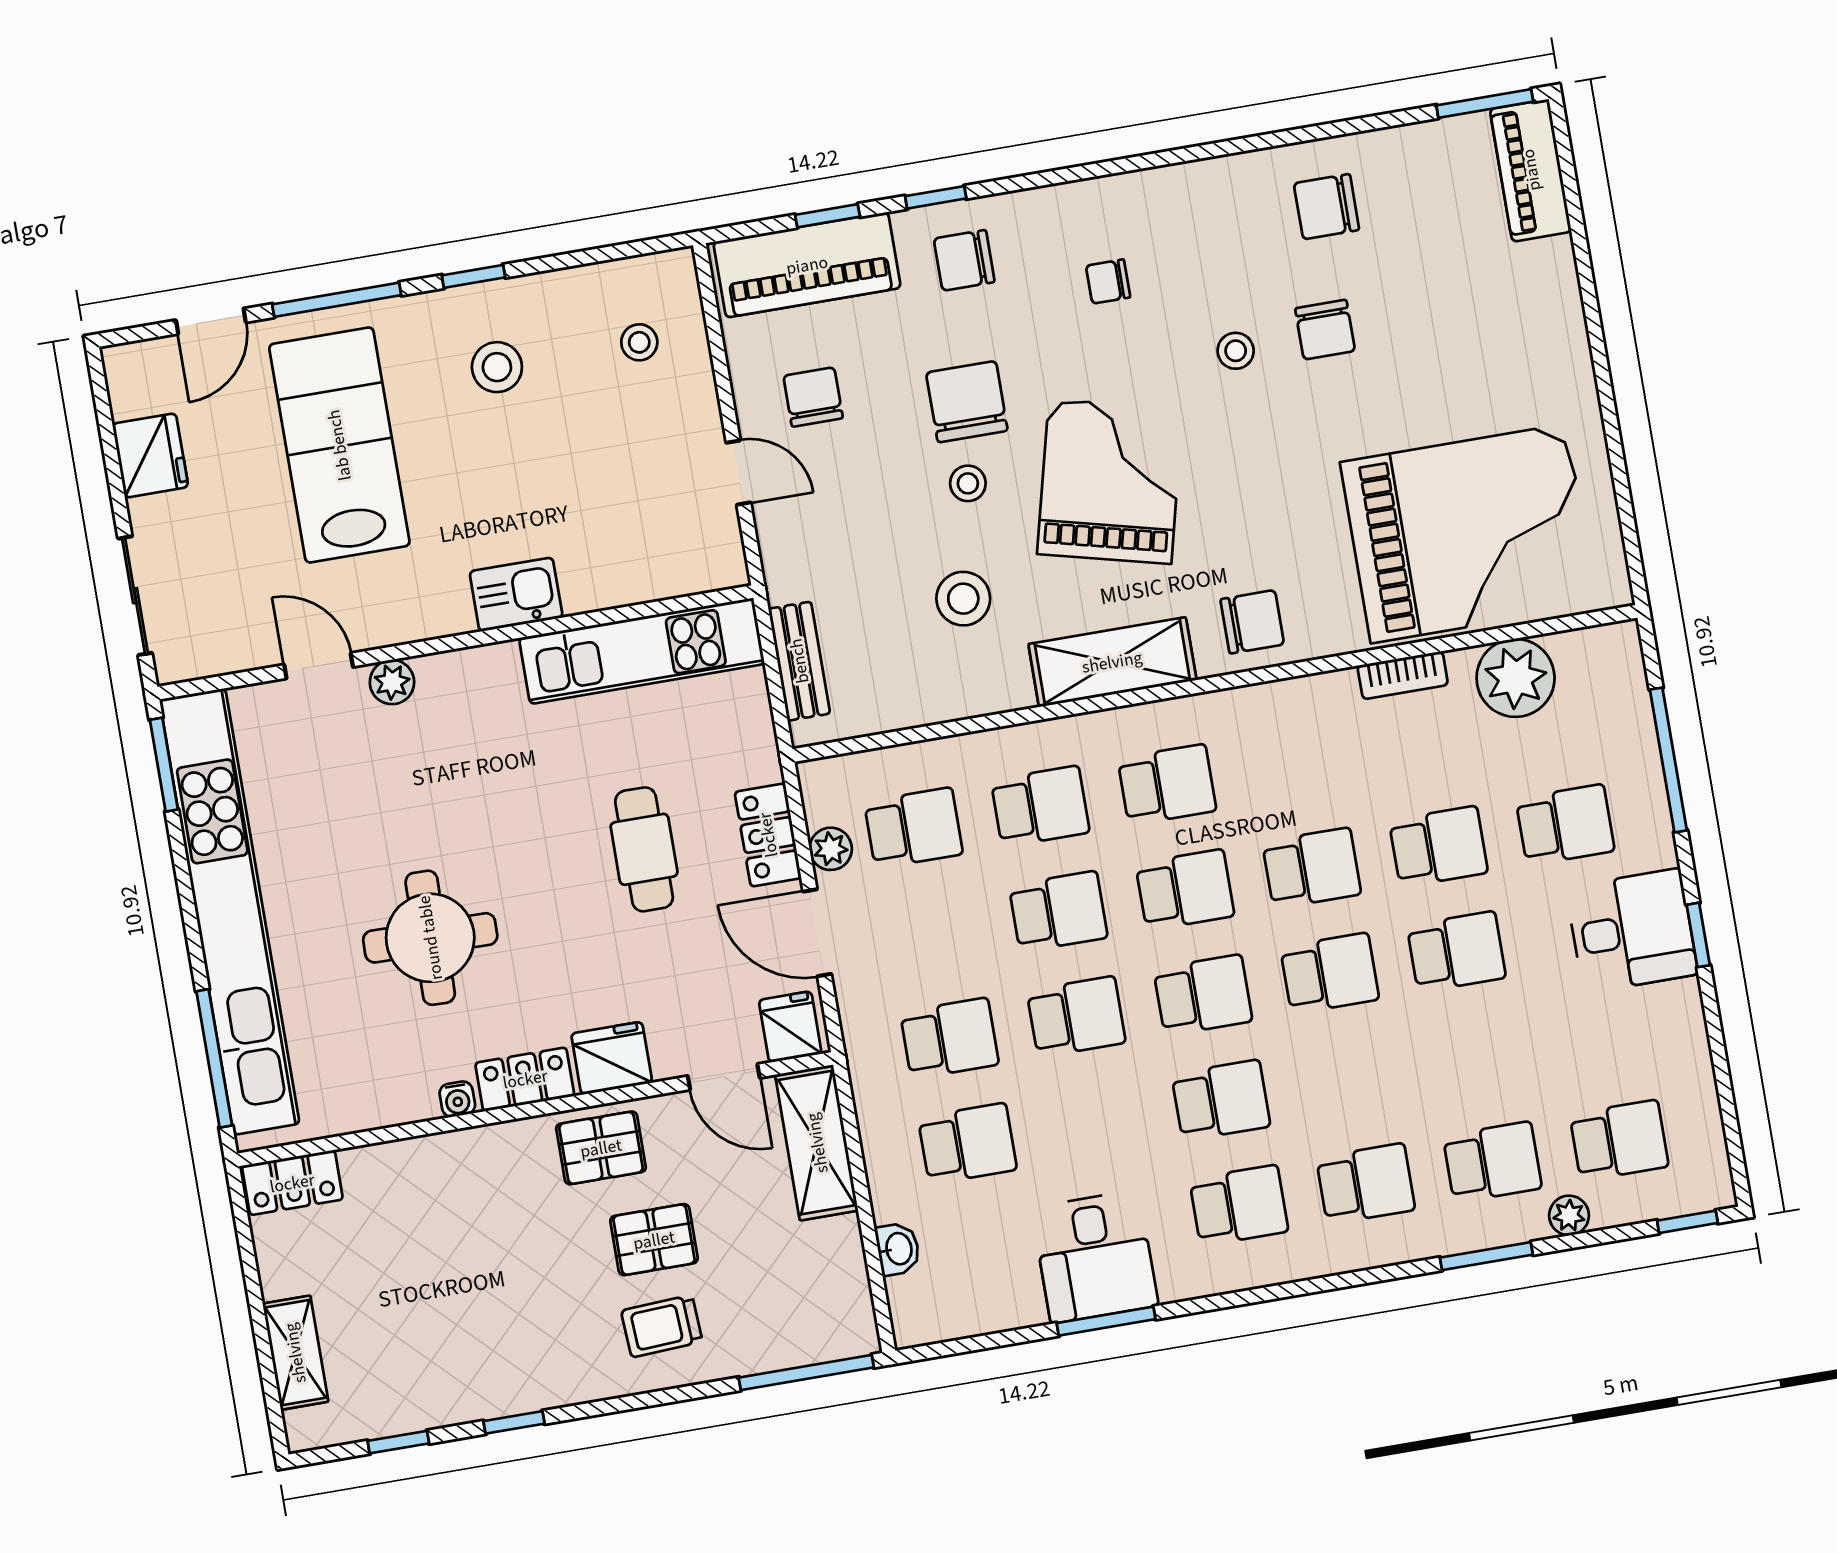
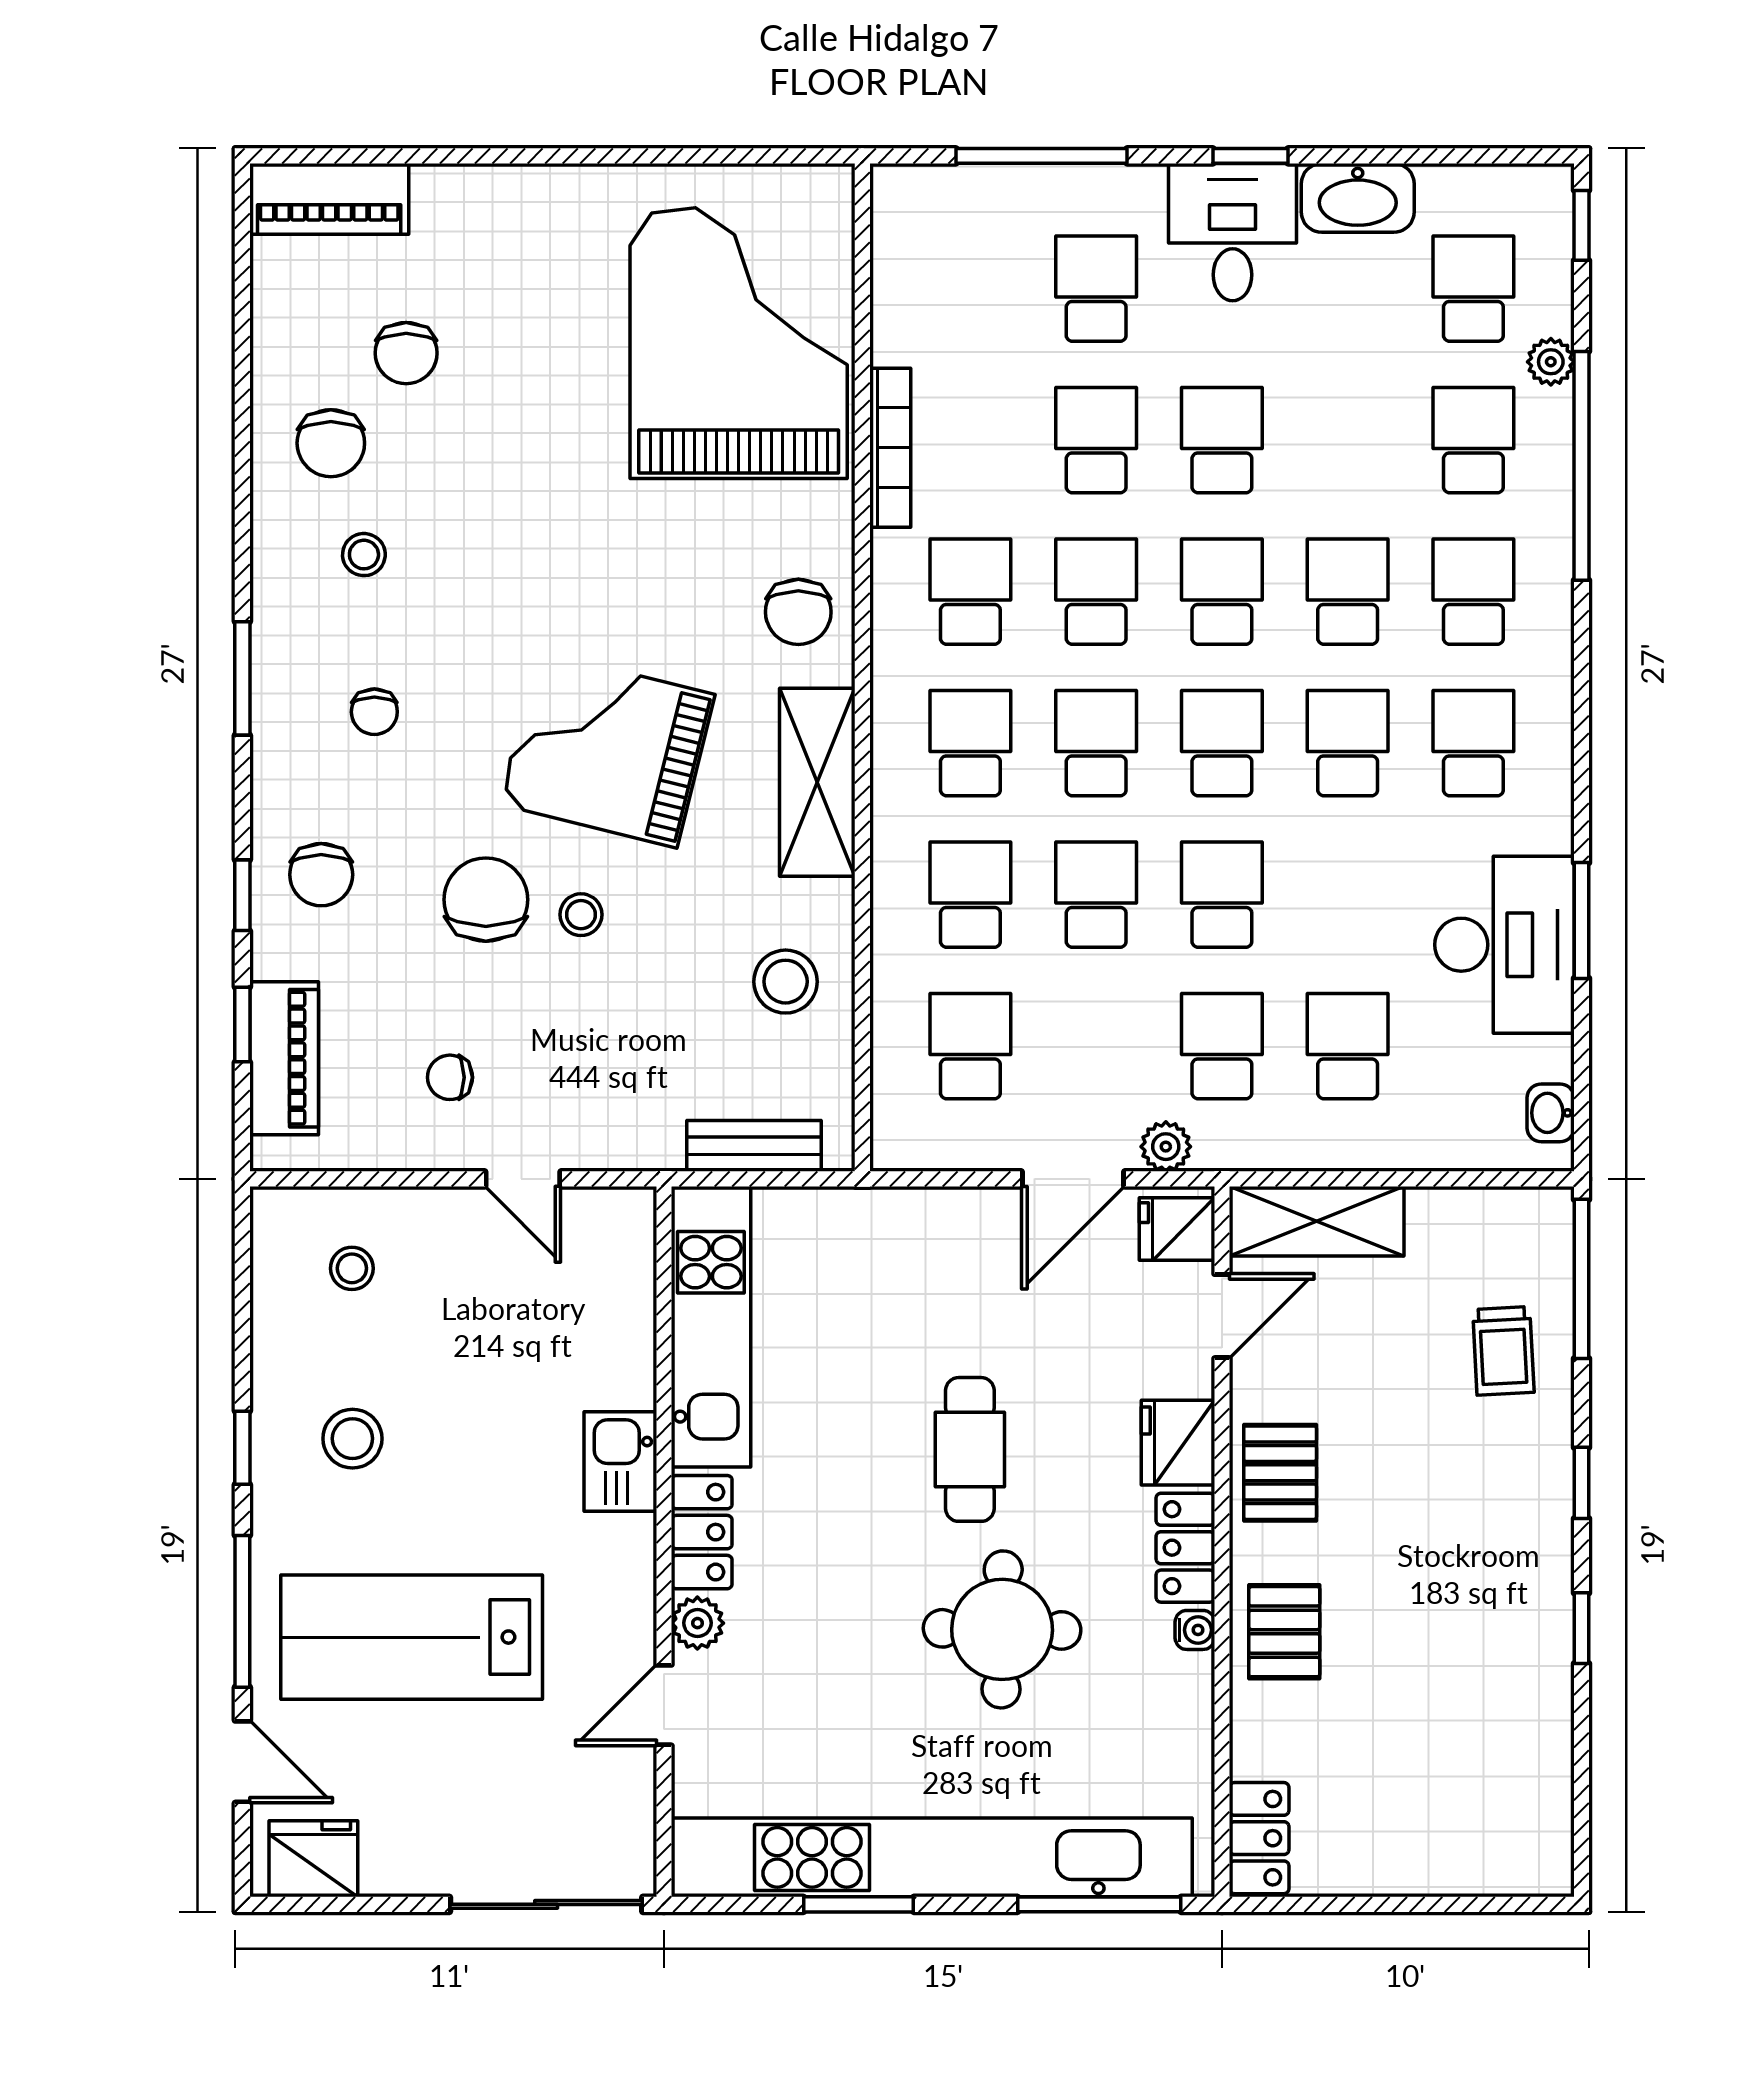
window: (1485, 103) -> (242, 678), moved
piano: (807, 265) -> (284, 1058), width x0.73, depth x0.75
chair: (1325, 330) -> (406, 353), moved, turned 90
stool: (1236, 351) -> (364, 555), moved
chair: (813, 397) -> (450, 1077), width x0.73, depth x0.73
chair: (967, 402) -> (486, 900), turned 90
fridge: (150, 455) -> (313, 1859), moved
door: (739, 473) -> (523, 1179), swing flipped
sliding door: (135, 596) -> (546, 1904), width x1.37
stool: (963, 599) -> (786, 982), moved
chair: (1252, 622) -> (798, 612), turned 180
bookcase: (1403, 675) -> (890, 448), width x1.56
plant: (1516, 678) -> (916, 317), removed
school desk: (1294, 763) -> (970, 592), added
window: (164, 765) -> (859, 1904), moved
locker: (768, 835) -> (702, 1532), moved, turned -90
cafe table: (644, 849) -> (970, 1449), moved, turned 90
plant: (831, 849) -> (1166, 1147), moved
washbasin: (1679, 1031) -> (1358, 198), added
school desk: (1348, 1079) -> (1348, 592), added
pallet: (654, 1240) -> (1284, 1632), moved
washbasin: (898, 1249) -> (1551, 1113), moved, turned -90
window: (1486, 1256) -> (1582, 466), width x2.11
desk: (1095, 1257) -> (1504, 945), width x1.37
trolley: (662, 1326) -> (1503, 1351), moved
shelving: (295, 1353) -> (1457, 1868), removed
window: (398, 1442) -> (1582, 1483), moved

